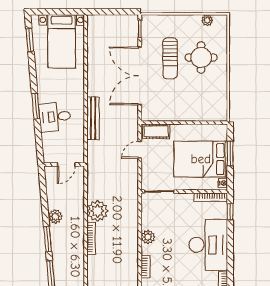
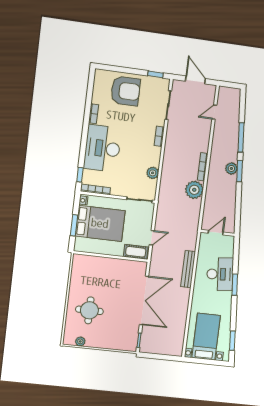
sun lounger: (170, 58) -> (116, 312), removed
desk: (55, 117) -> (220, 274), width x1.37
plant: (55, 216) -> (231, 168), moved
plant: (148, 237) -> (153, 173), moved

